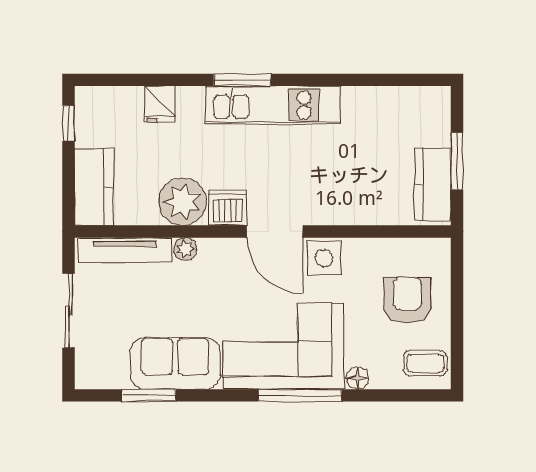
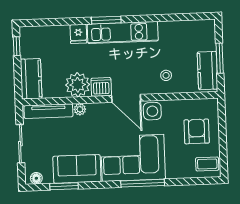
fridge: (160, 104) -> (78, 34), moved
stool: (353, 190) -> (166, 75), added
floor lamp: (358, 378) -> (36, 178), moved

